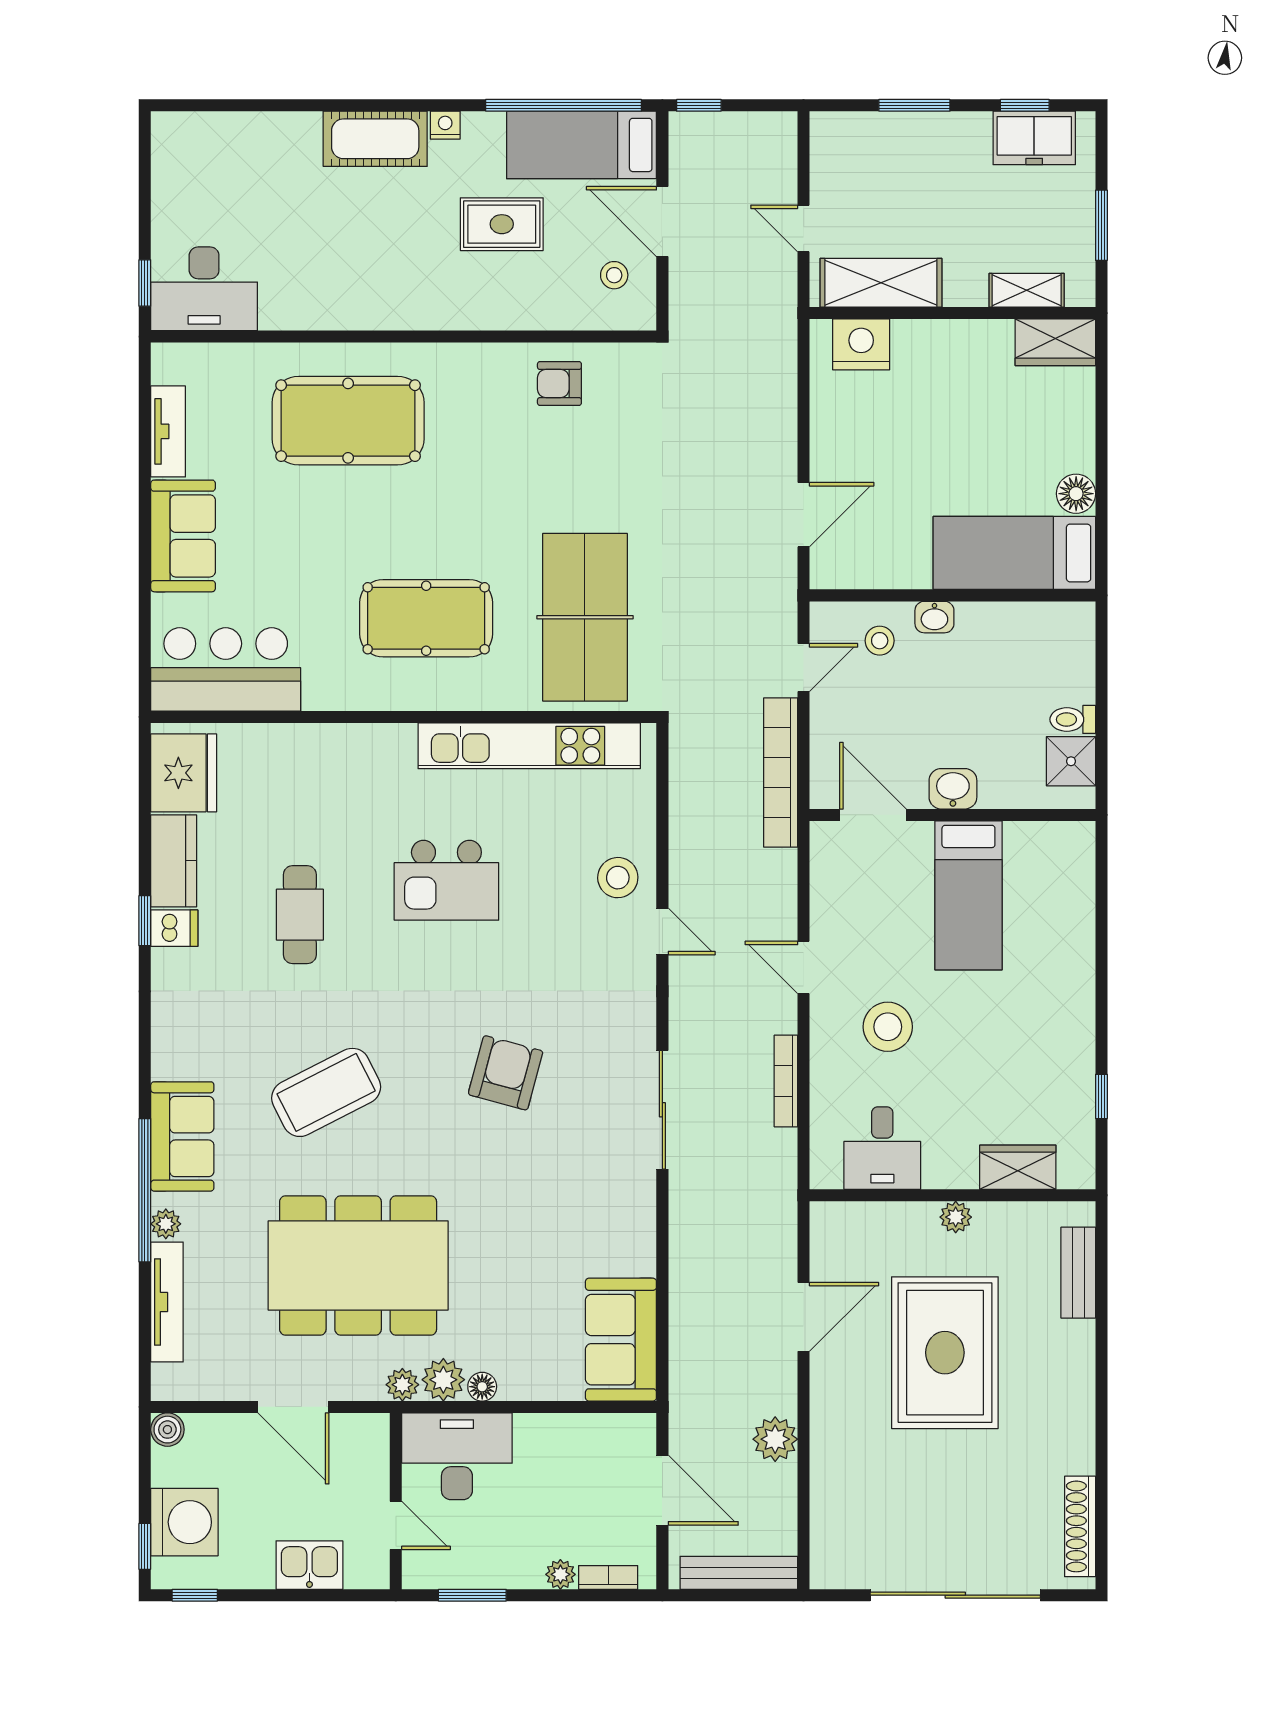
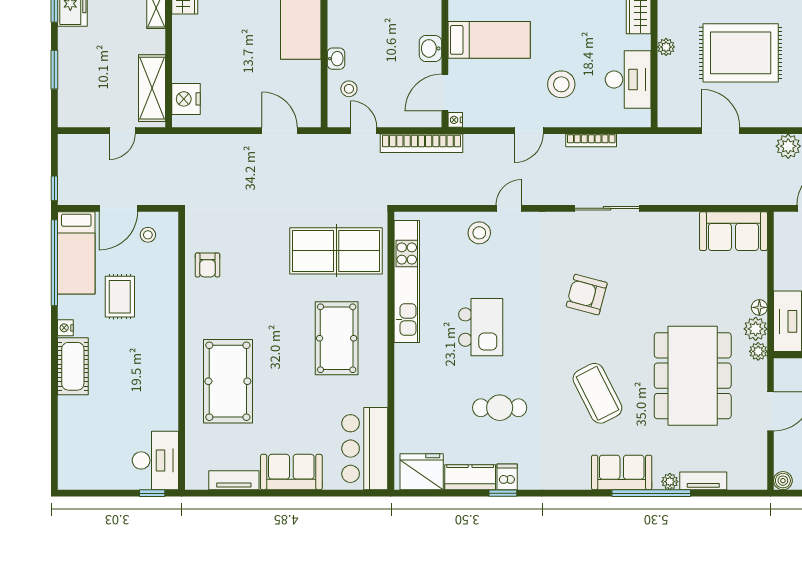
nightstand: (823, 834) -> (455, 120), added
desk: (882, 1148) -> (628, 79), width x1.37
tv unit: (167, 1302) -> (703, 481), width x0.71

